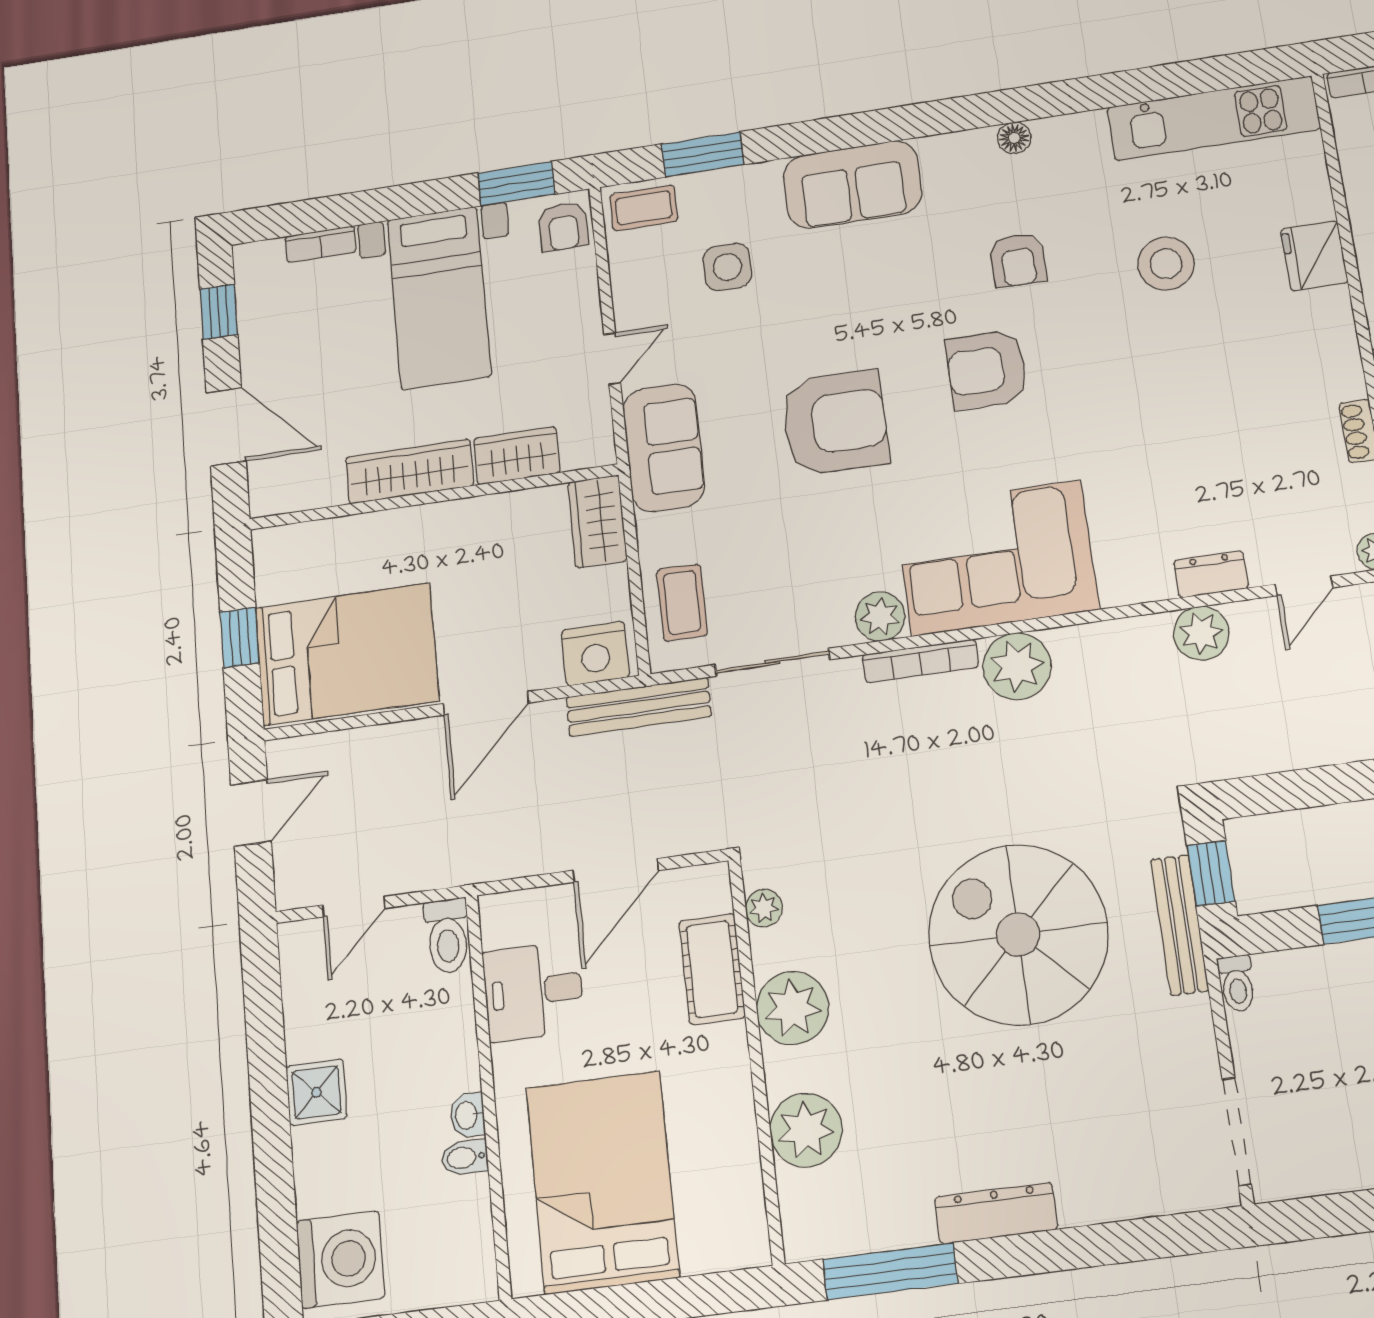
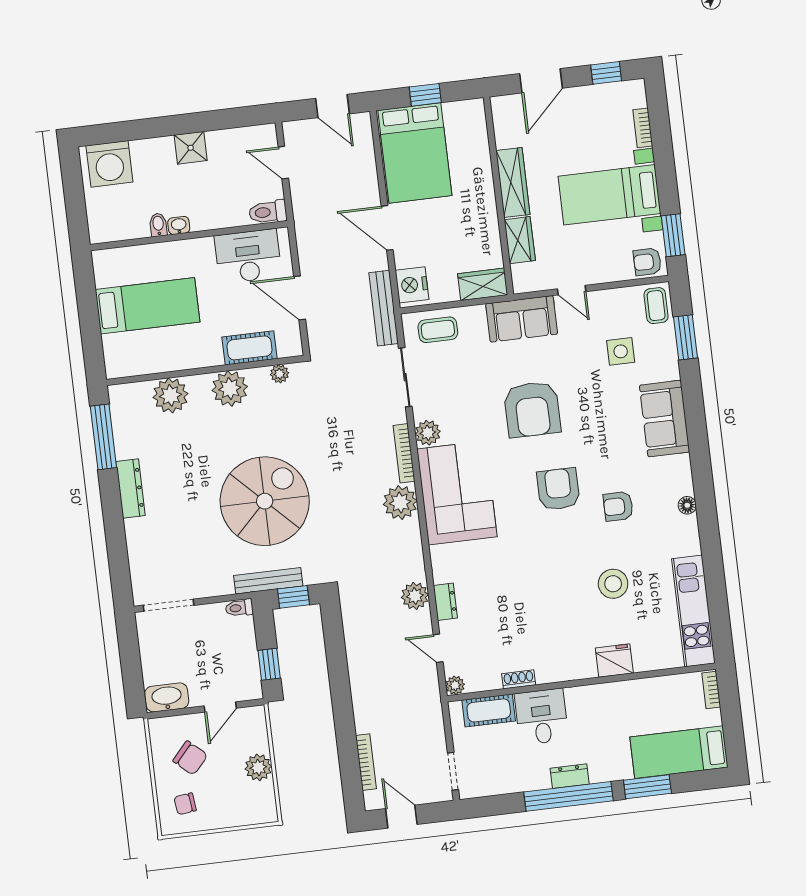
desk: (534, 991) -> (248, 256), width x1.37
bed: (602, 1182) -> (147, 306), width x0.67

